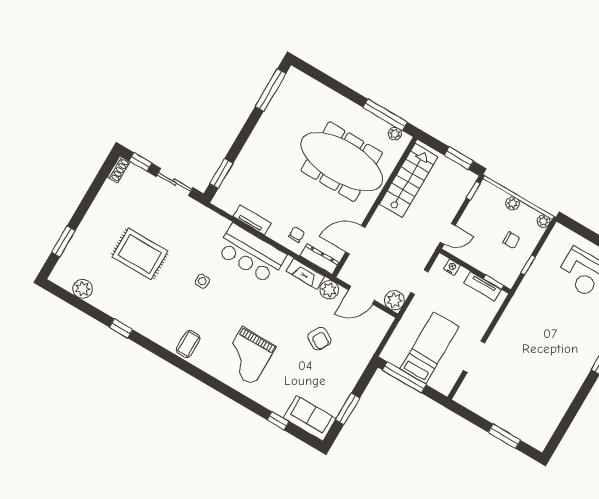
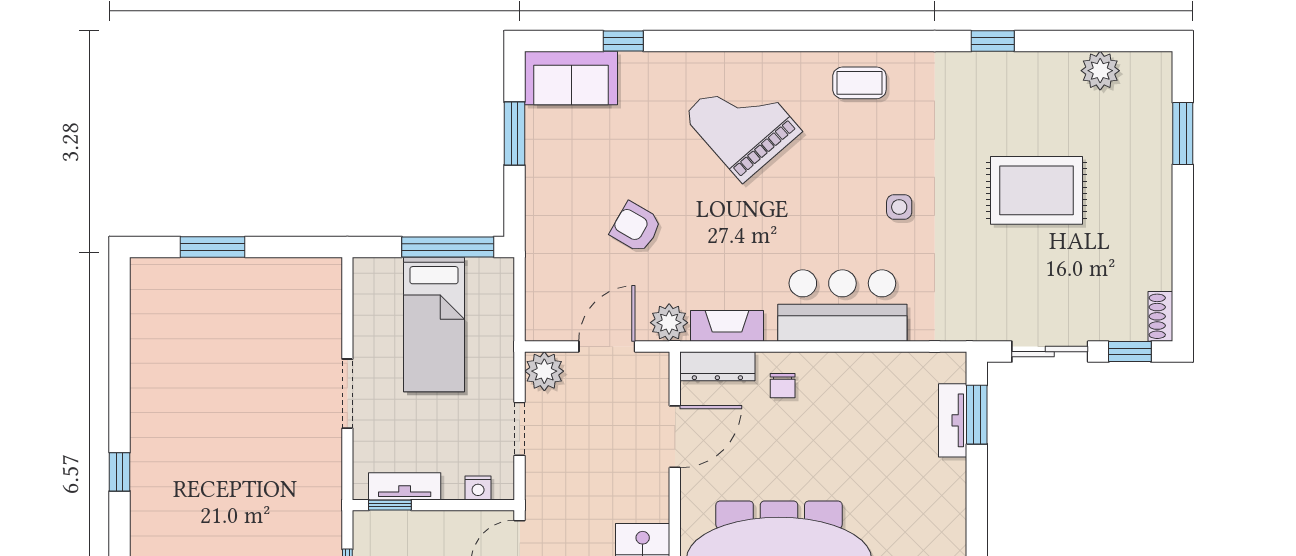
tv unit: (252, 220) -> (953, 420), moved, turned 90
coffee table: (188, 344) -> (859, 83), turned 90
grand piano: (248, 356) -> (742, 123), turned -41
doorway: (474, 357) -> (347, 394), moved

